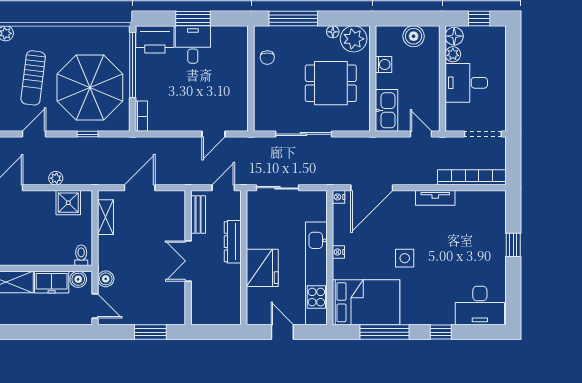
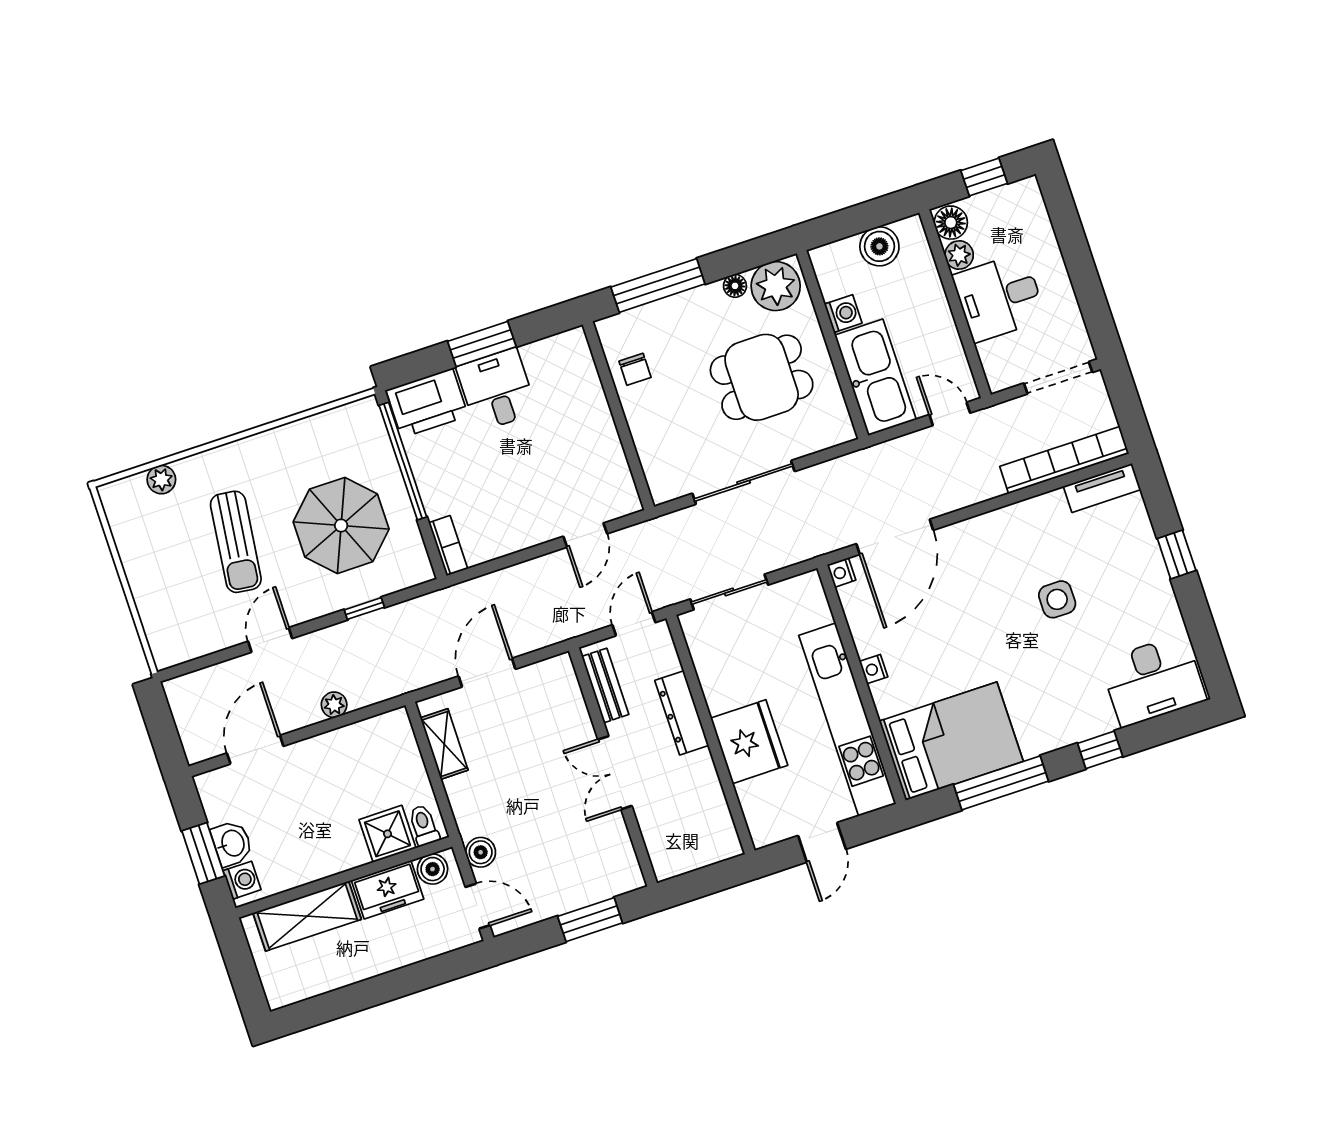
parasol: (90, 88) -> (341, 525), width x0.73, depth x0.73
kitchen sink: (386, 110) -> (875, 377), width x1.36, depth x1.24
tv unit: (435, 198) -> (1102, 488), moved
shower: (68, 203) -> (387, 834), moved
side table: (405, 258) -> (1057, 599), moved
door: (282, 332) -> (822, 842), swing flipped

